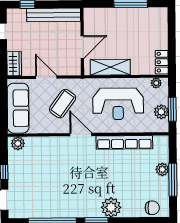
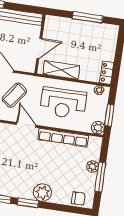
plant: (161, 112) -> (98, 128), moved

